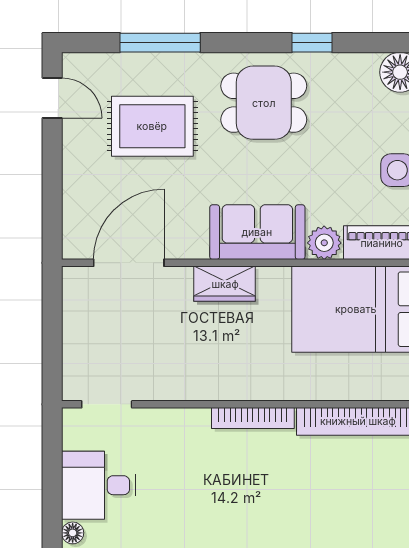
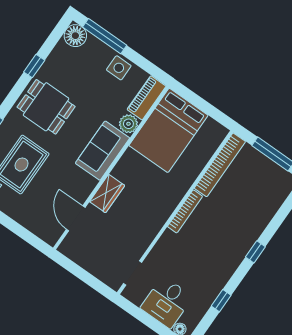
dining table: (264, 103) -> (46, 107), turned 90
door: (129, 263) -> (76, 218), width x0.73
wardrobe: (225, 284) -> (107, 194), moved

